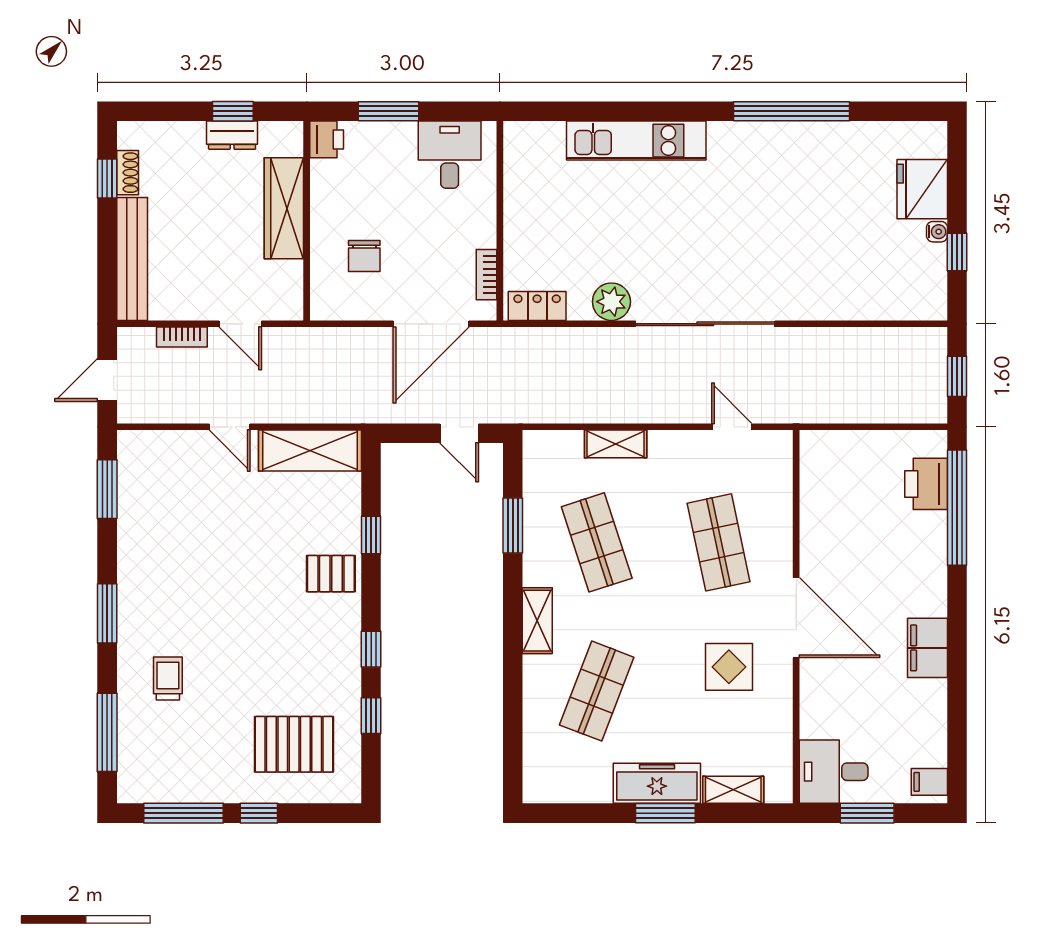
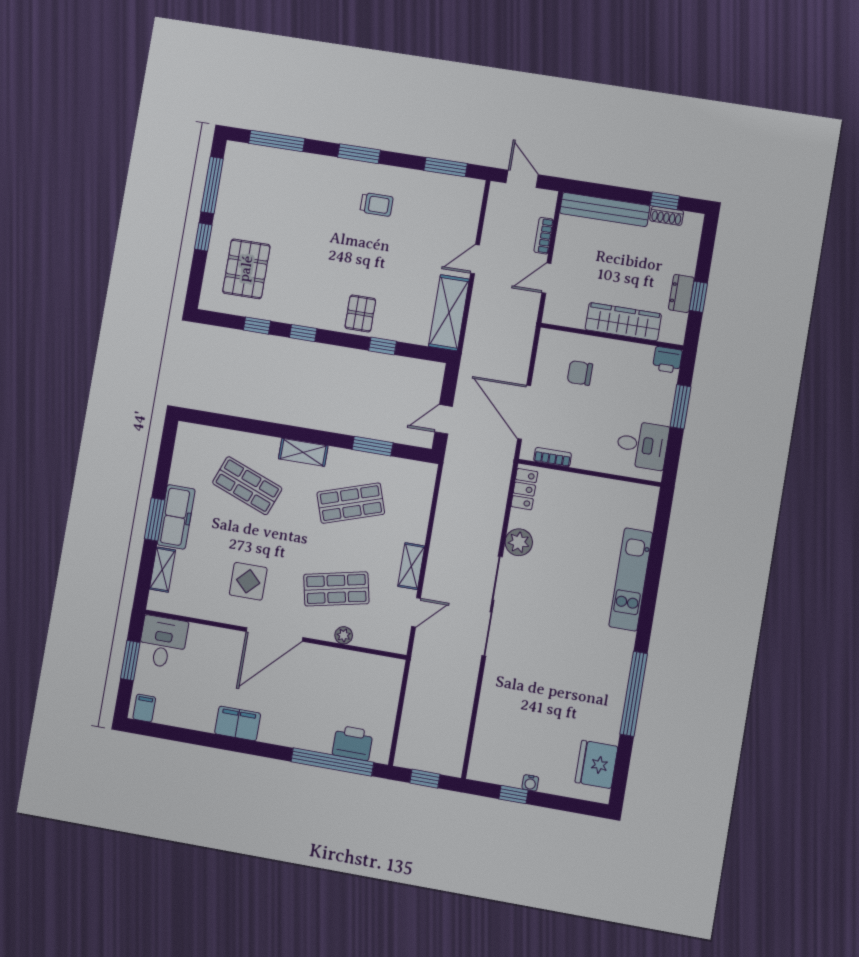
fridge: (922, 189) -> (596, 764), moved, turned -90
shelving: (616, 444) -> (411, 566), moved
plant: (781, 521) -> (344, 635), added
trolley: (168, 678) -> (377, 204), moved

